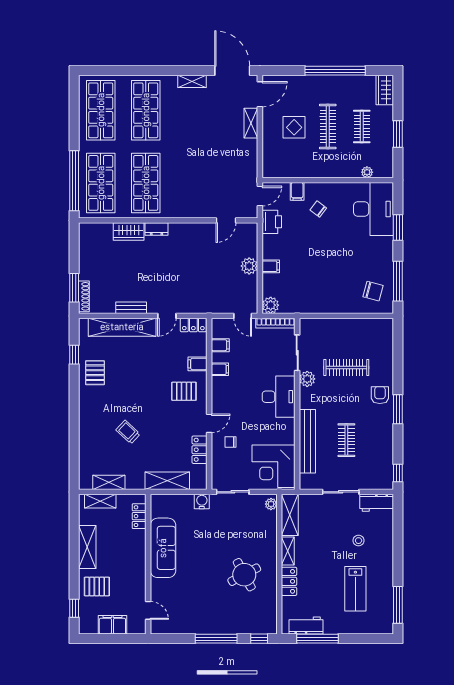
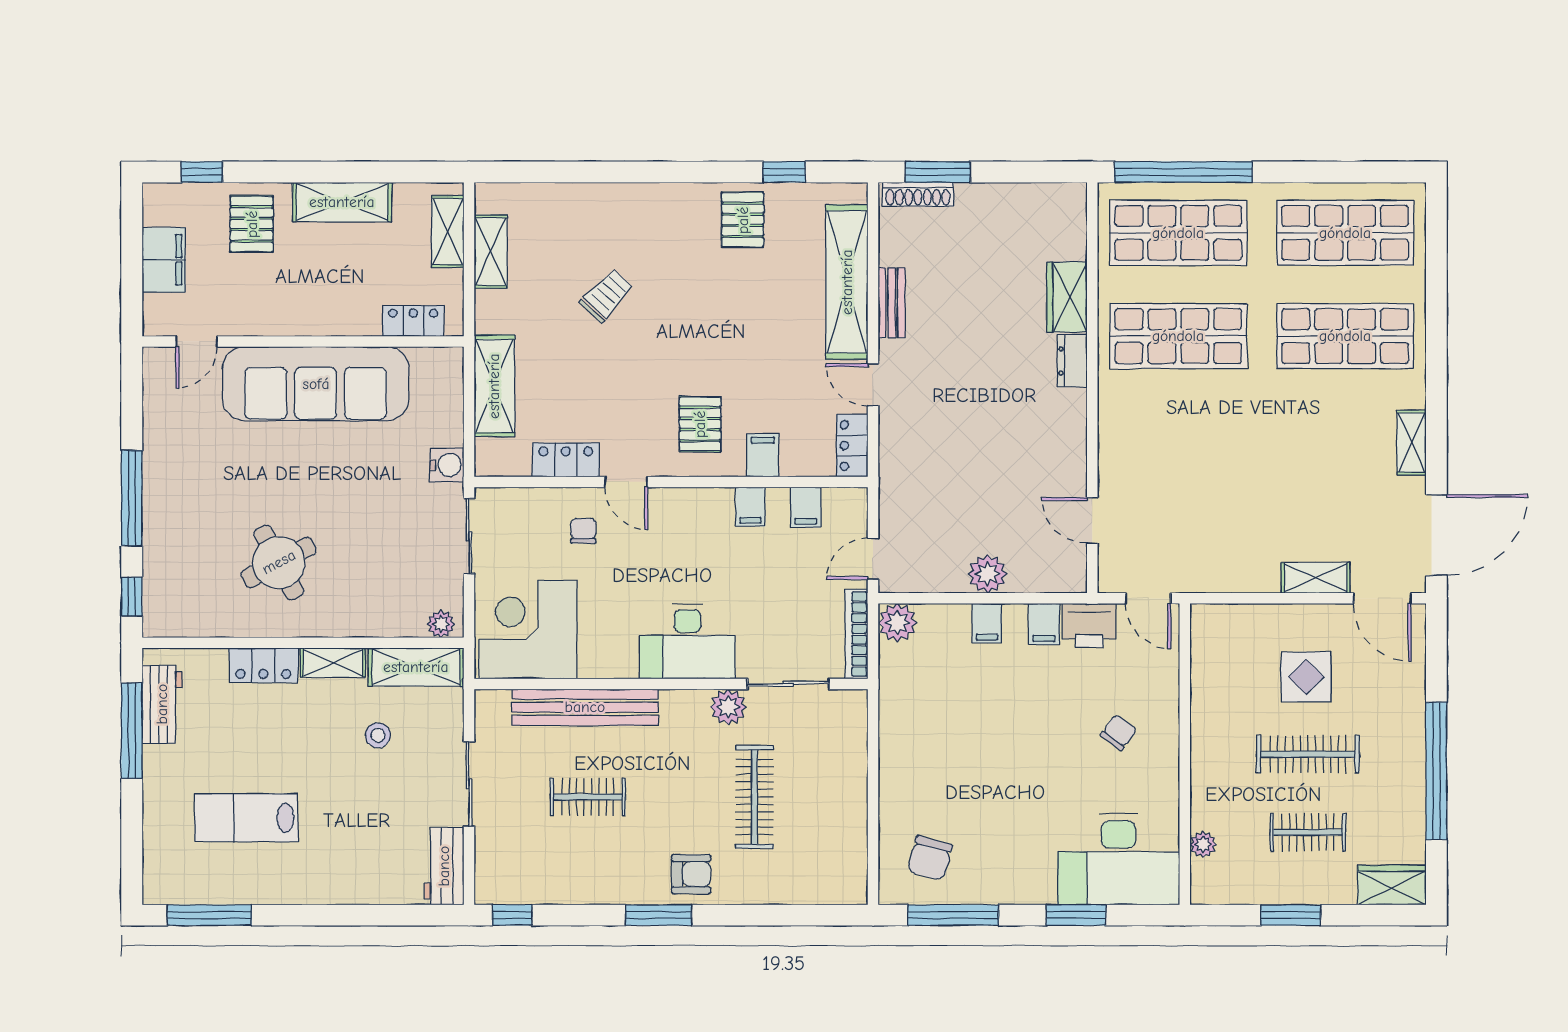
filing cabinet: (297, 191) -> (1044, 624), moved, turned -90
pallet: (95, 373) -> (743, 220), turned 90
stool: (359, 541) -> (378, 735), moved
sofa: (163, 548) -> (316, 384), width x1.36, depth x1.27

